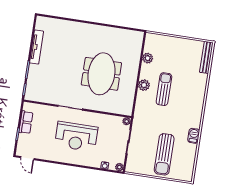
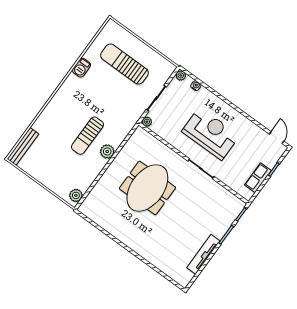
plant: (148, 58) -> (76, 195), moved
sun lounger: (164, 154) -> (124, 64), turned -90

